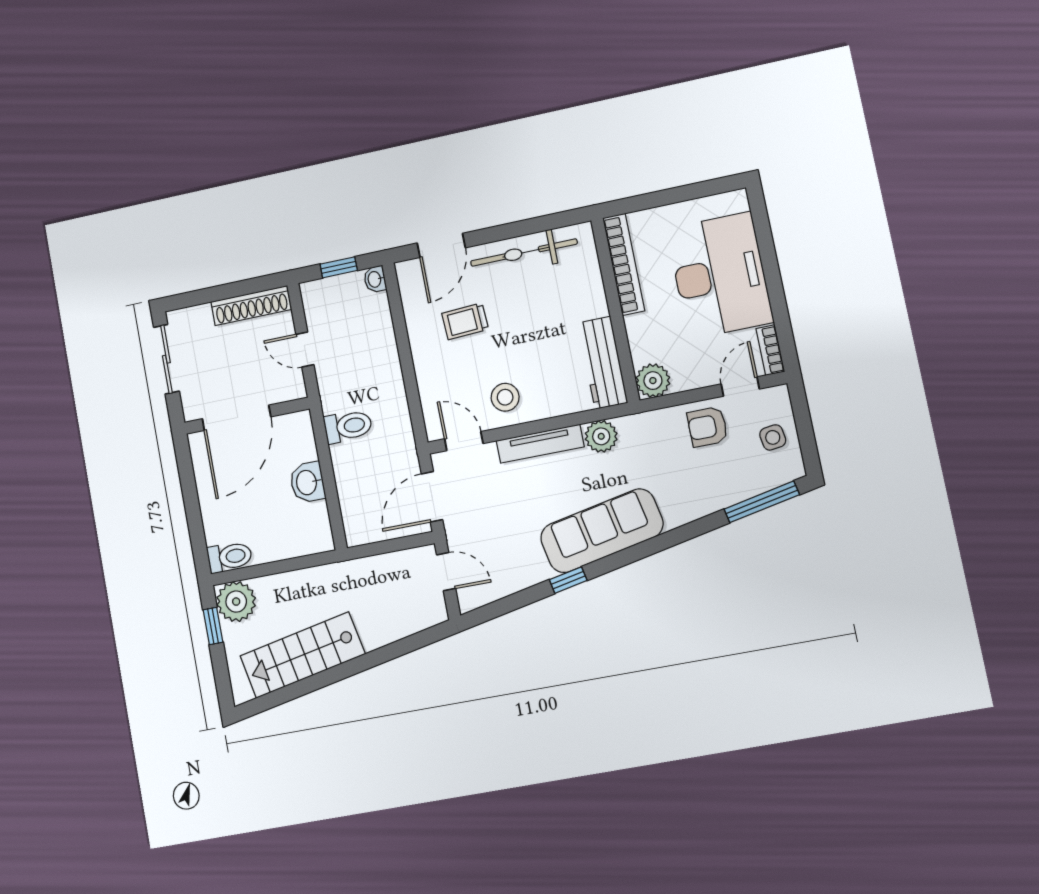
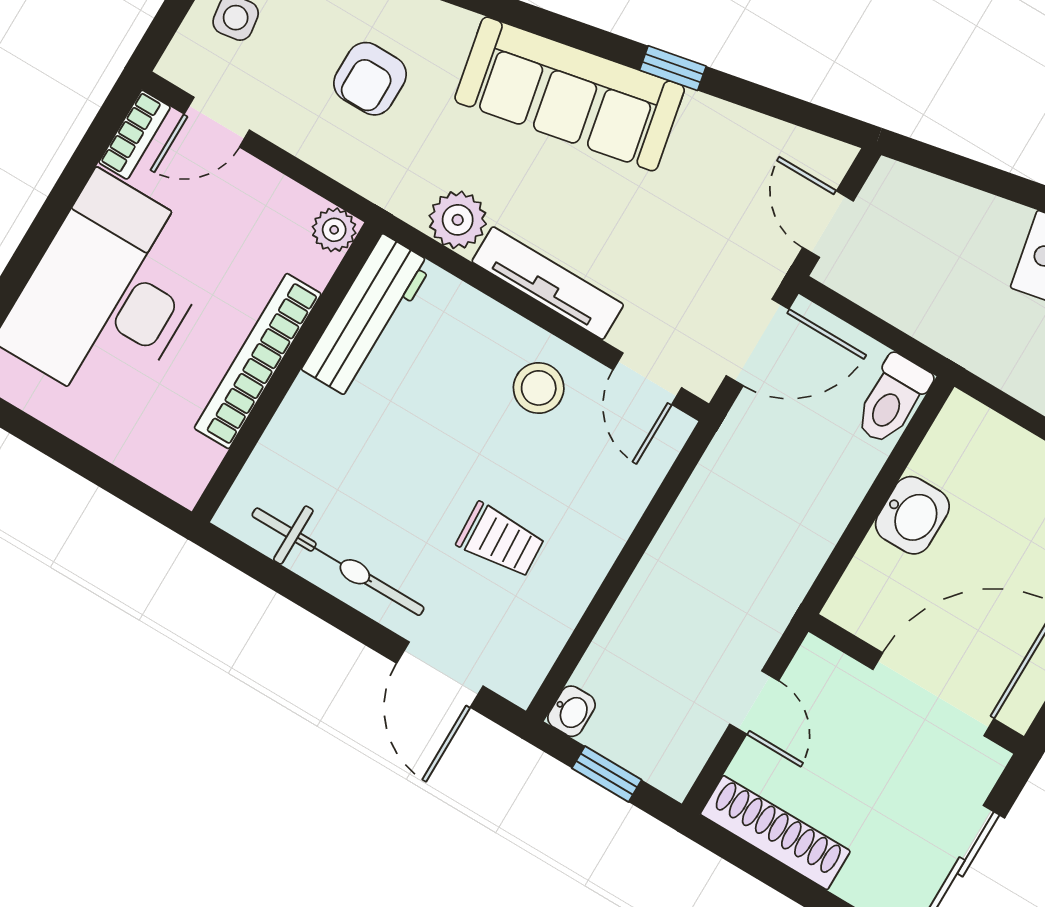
door: (441, 245) -> (440, 675), swing flipped
bookcase: (624, 264) -> (258, 361), moved
plant: (653, 381) -> (334, 230), width x0.73, depth x0.73
toilet: (348, 426) -> (892, 400), moved, turned -90
armchair: (707, 427) -> (370, 79), moved, turned 90

